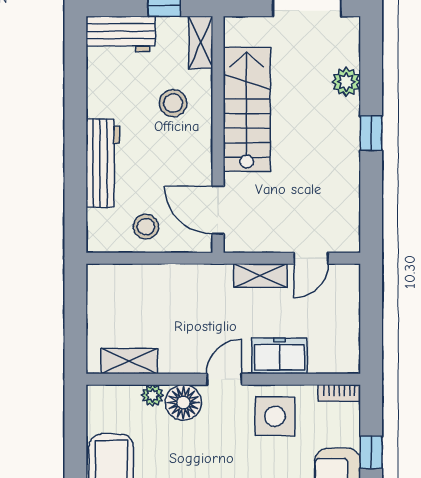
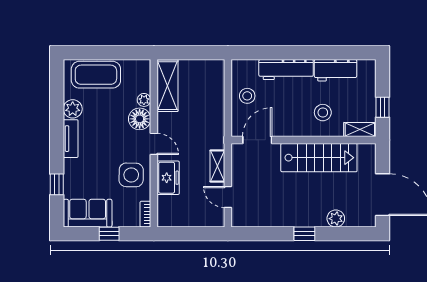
workbench: (121, 34) -> (336, 70), moved, turned -90
shelving: (129, 361) -> (168, 86), width x1.50, depth x1.33

